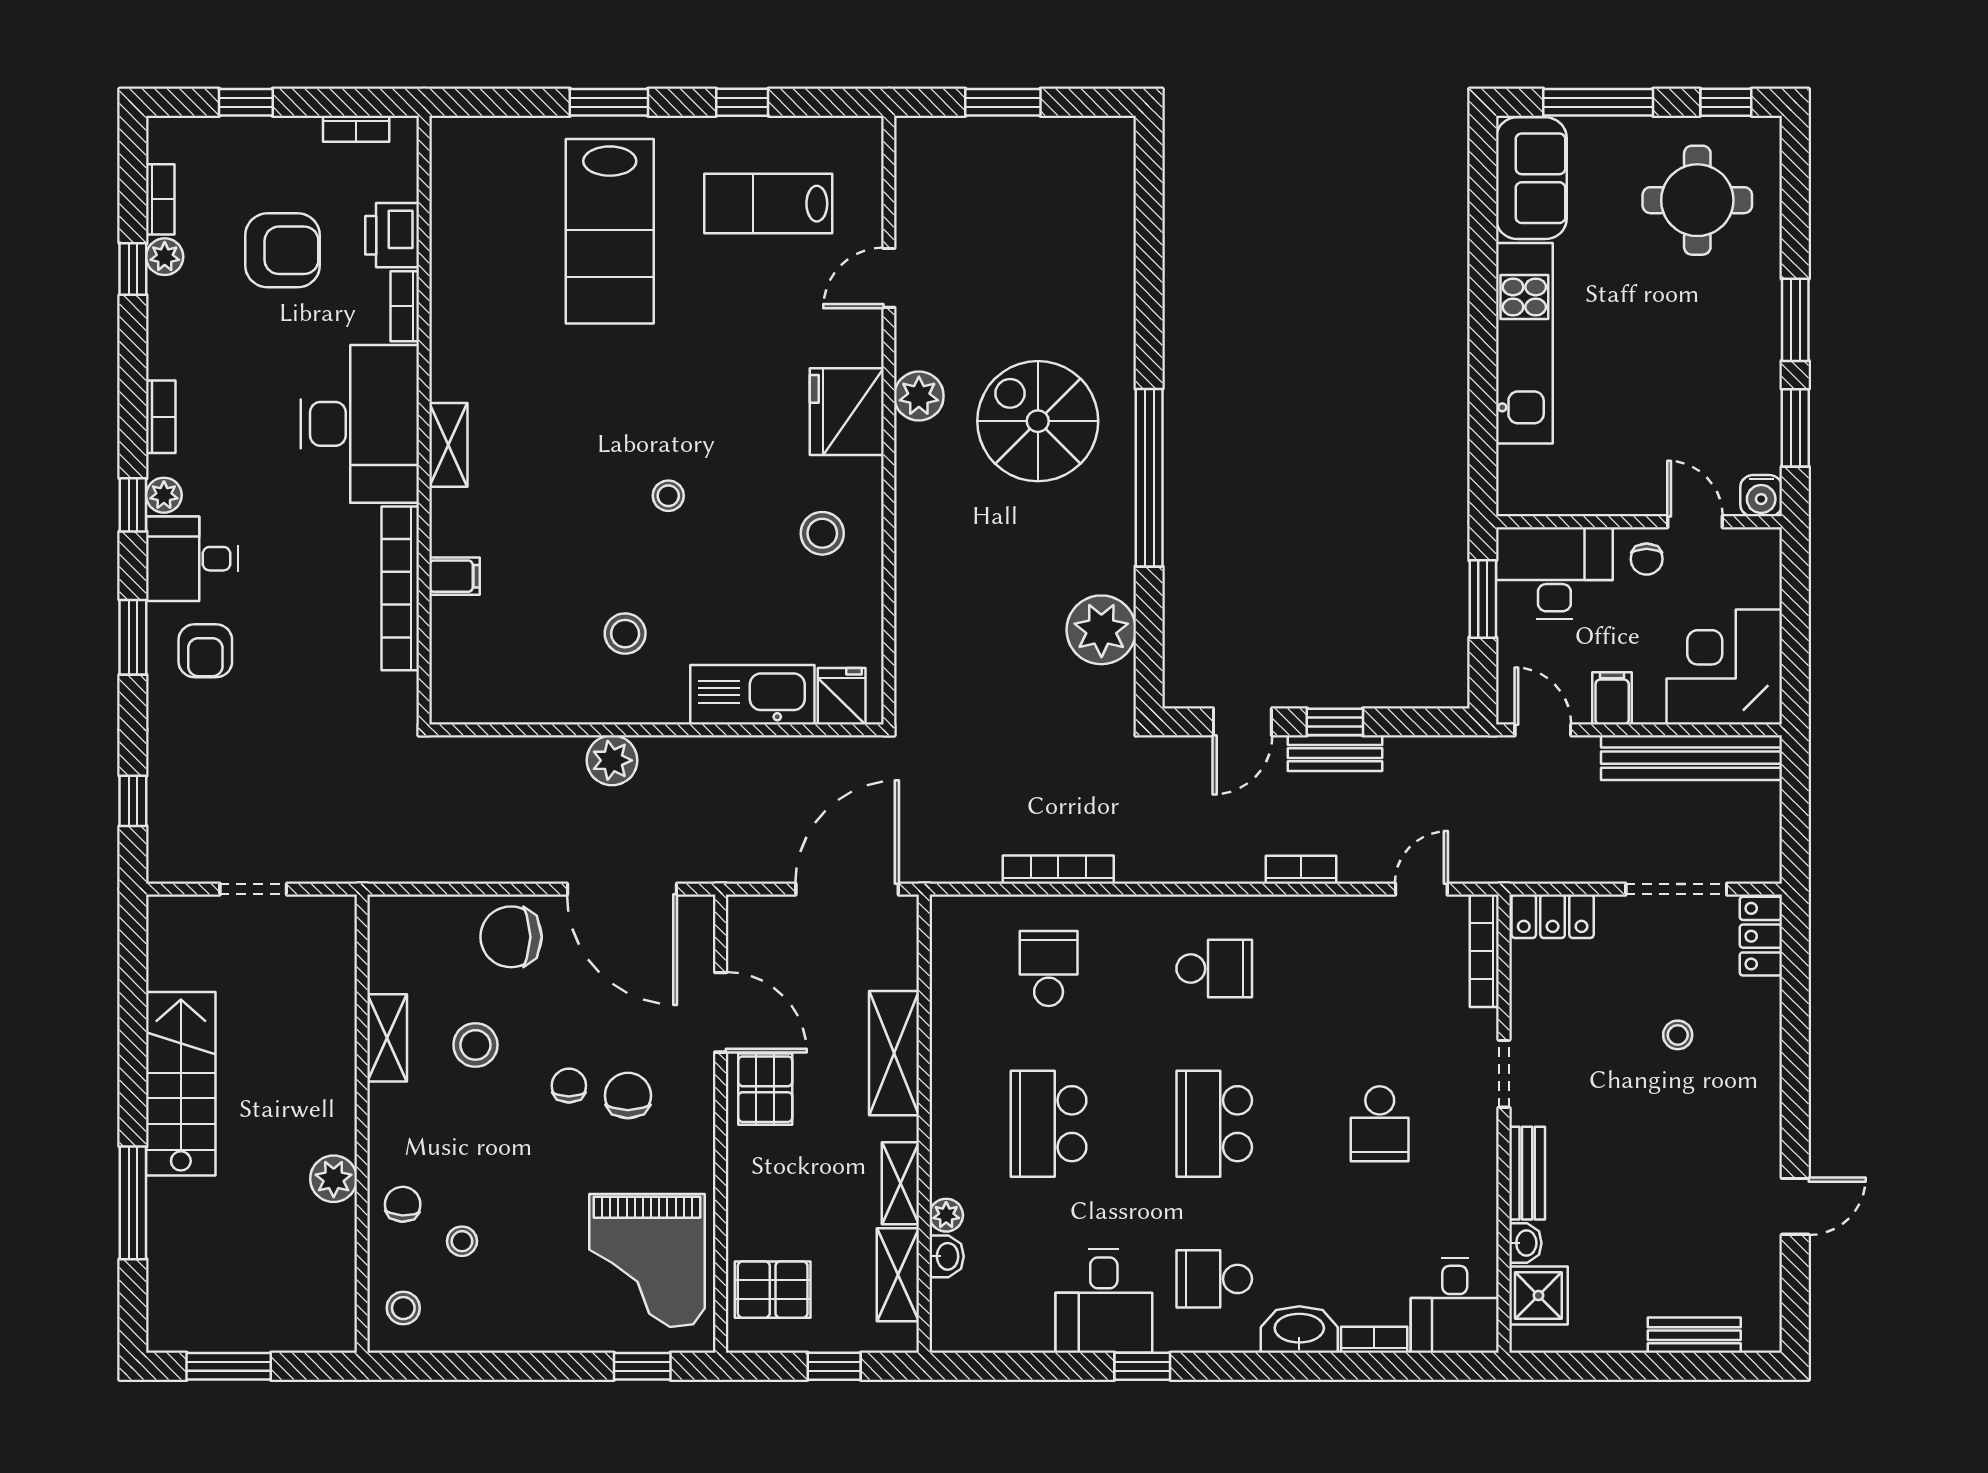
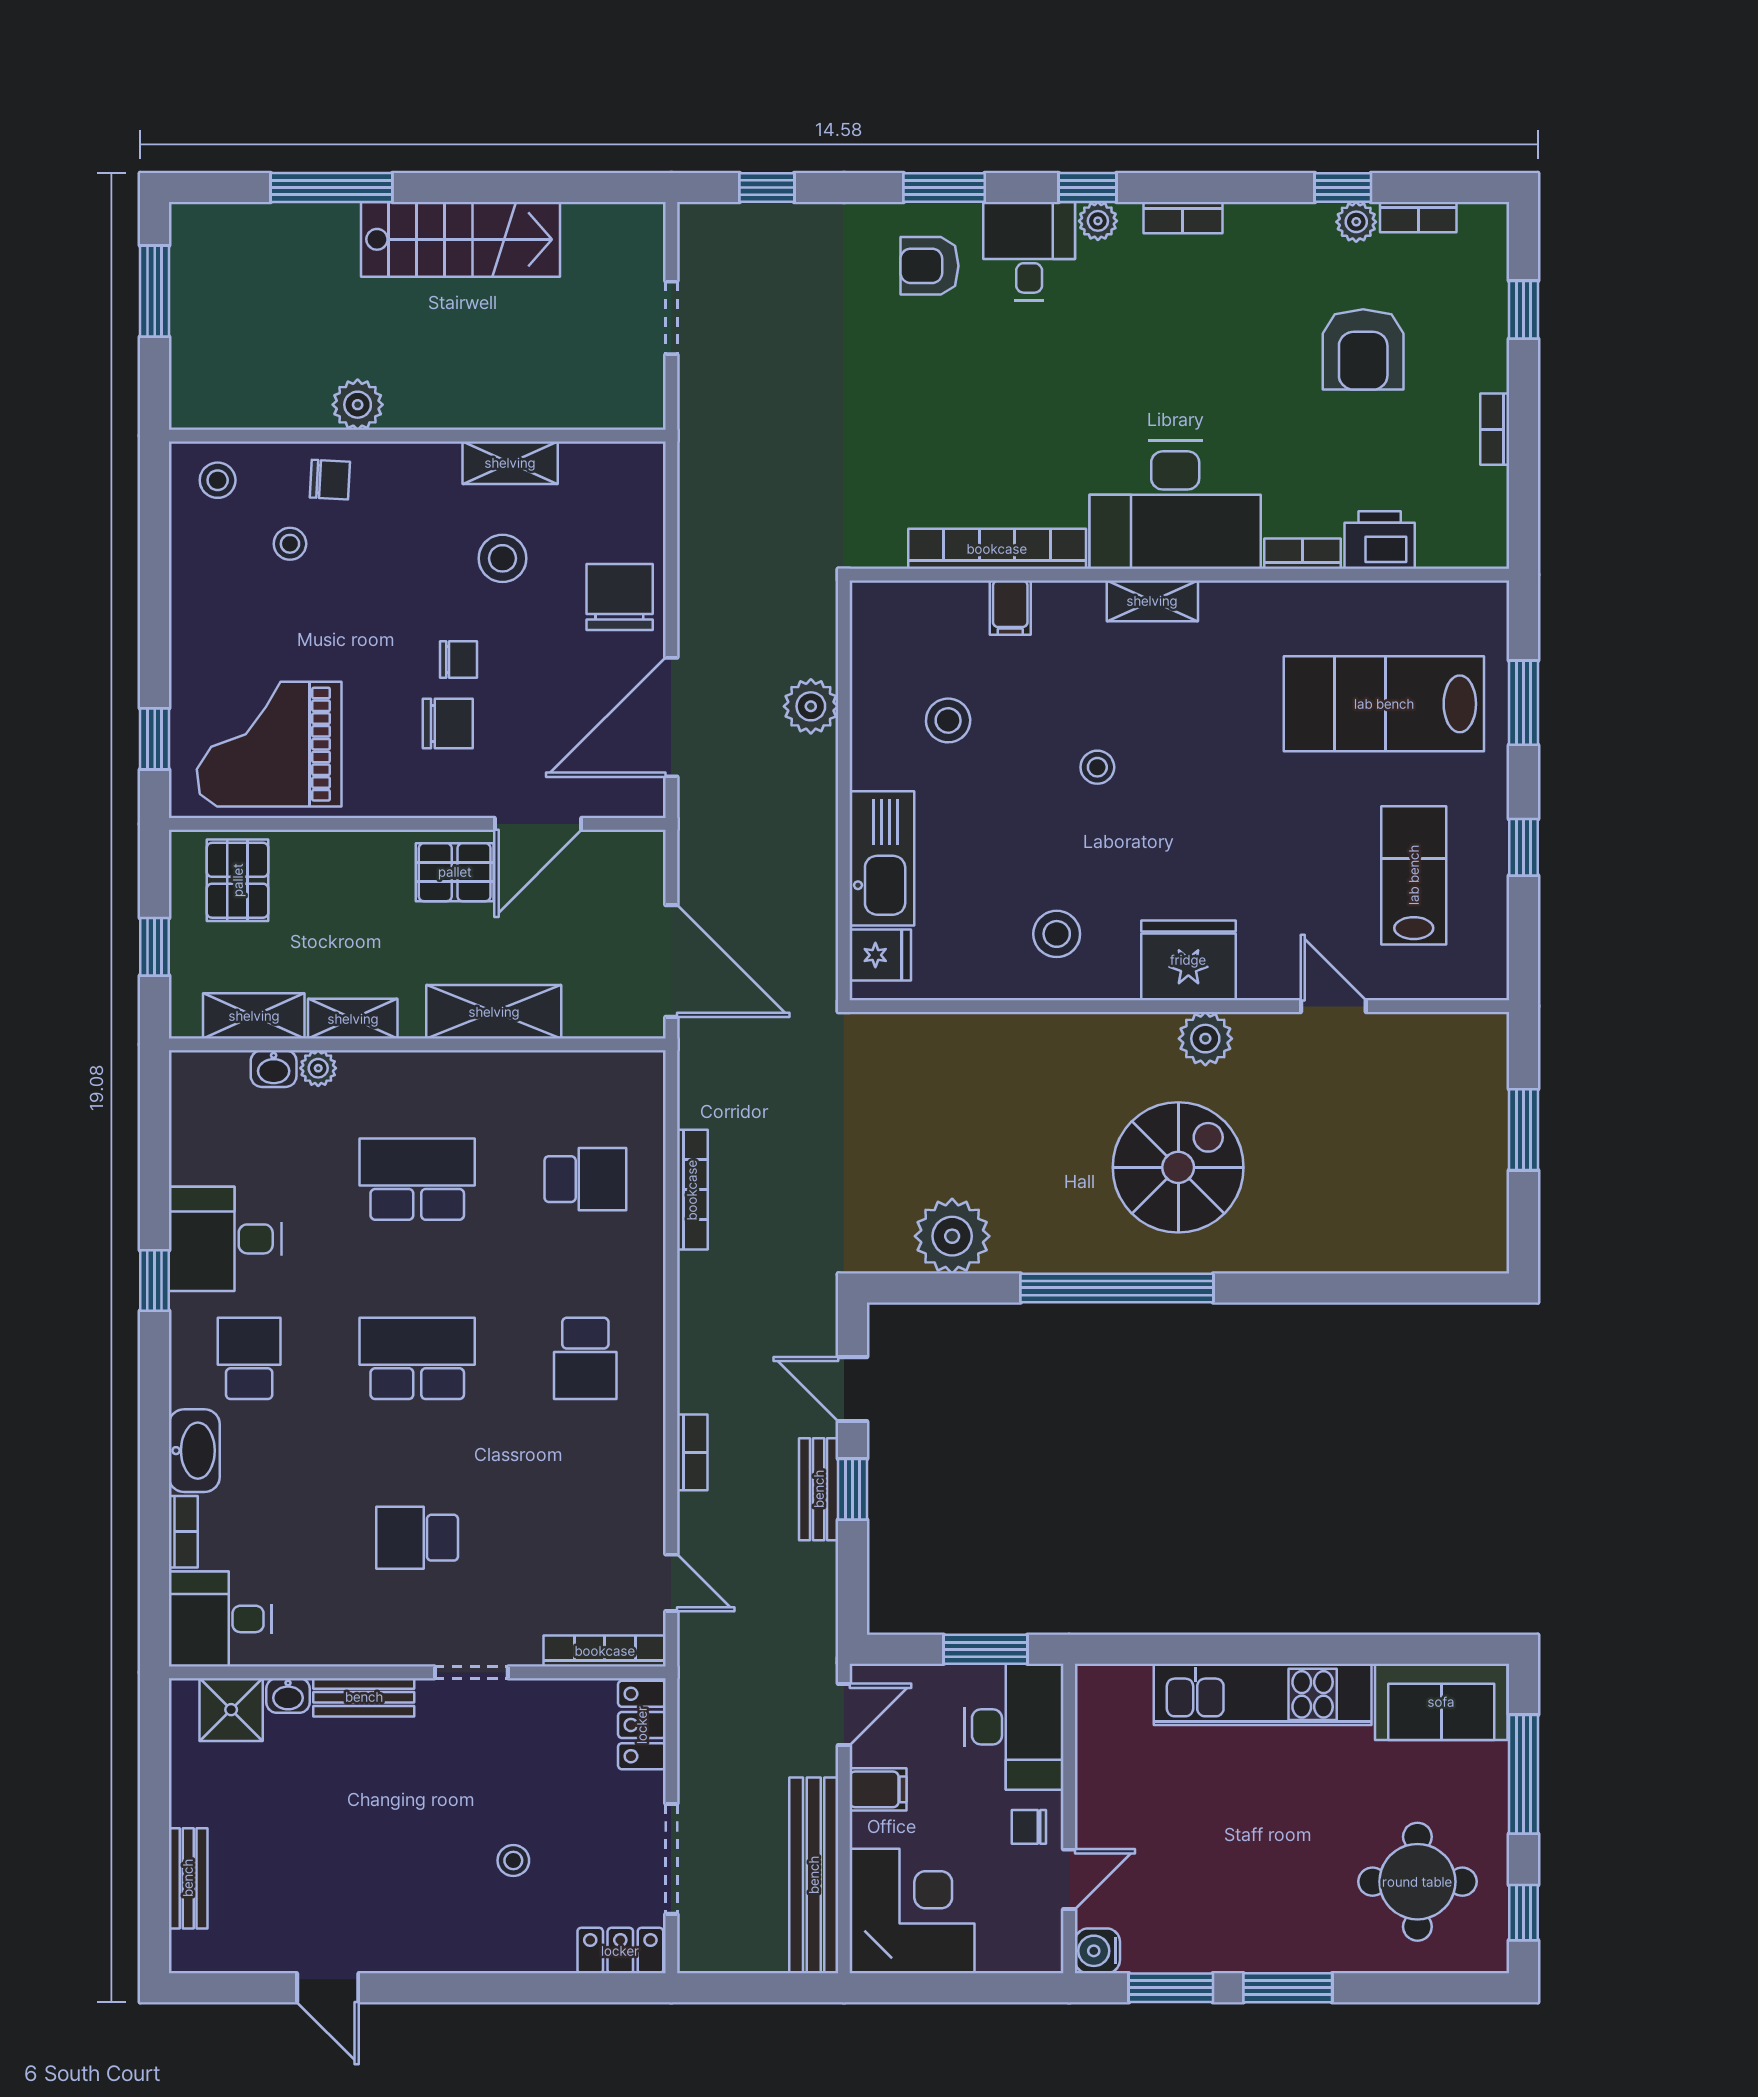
printer: (392, 235) -> (1380, 540), moved
bookcase: (405, 306) -> (1303, 554), moved
wall: (424, 420) -> (1179, 575), moved
desk: (360, 424) -> (1175, 505), moved
shelving: (448, 445) -> (1152, 601), moved
filing cabinet: (455, 576) -> (1010, 608), moved
bookcase: (400, 588) -> (997, 549), moved

